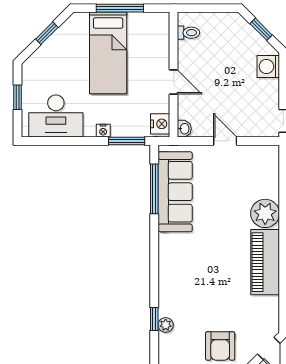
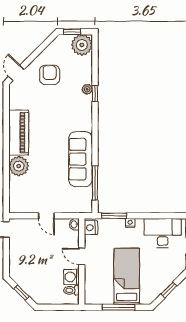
washing machine: (268, 67) -> (71, 277), moved, turned 180
sofa: (175, 192) -> (81, 159), moved

